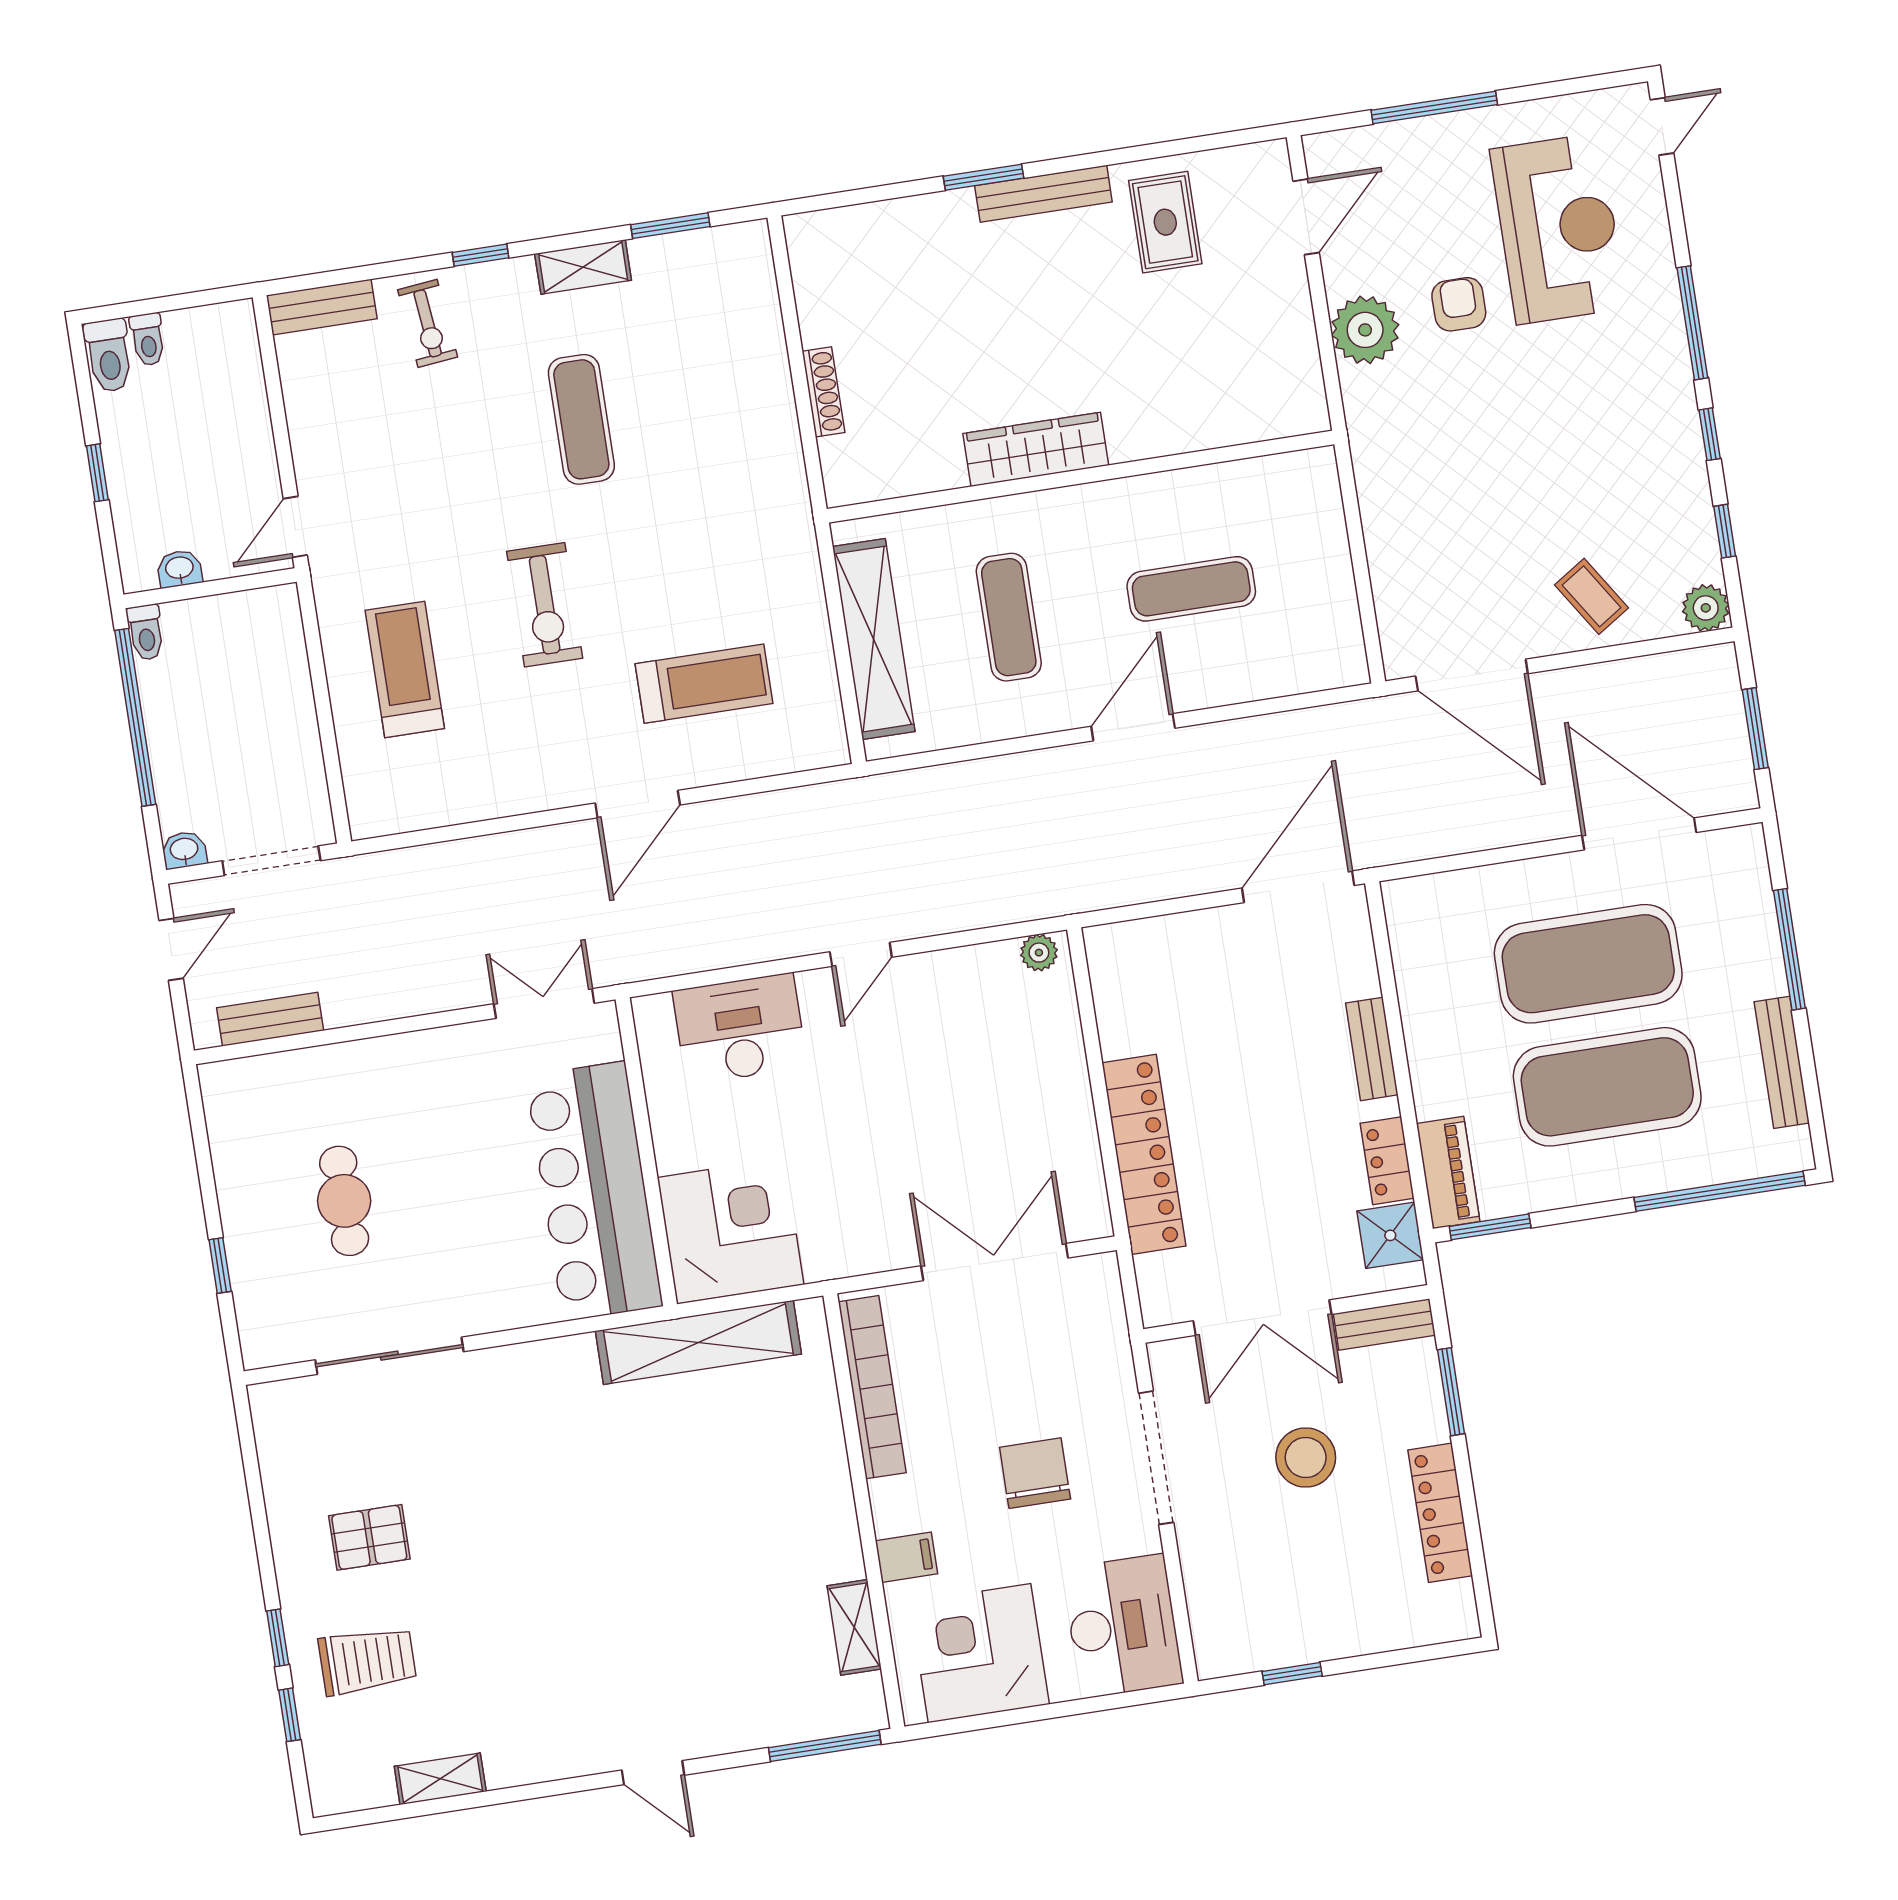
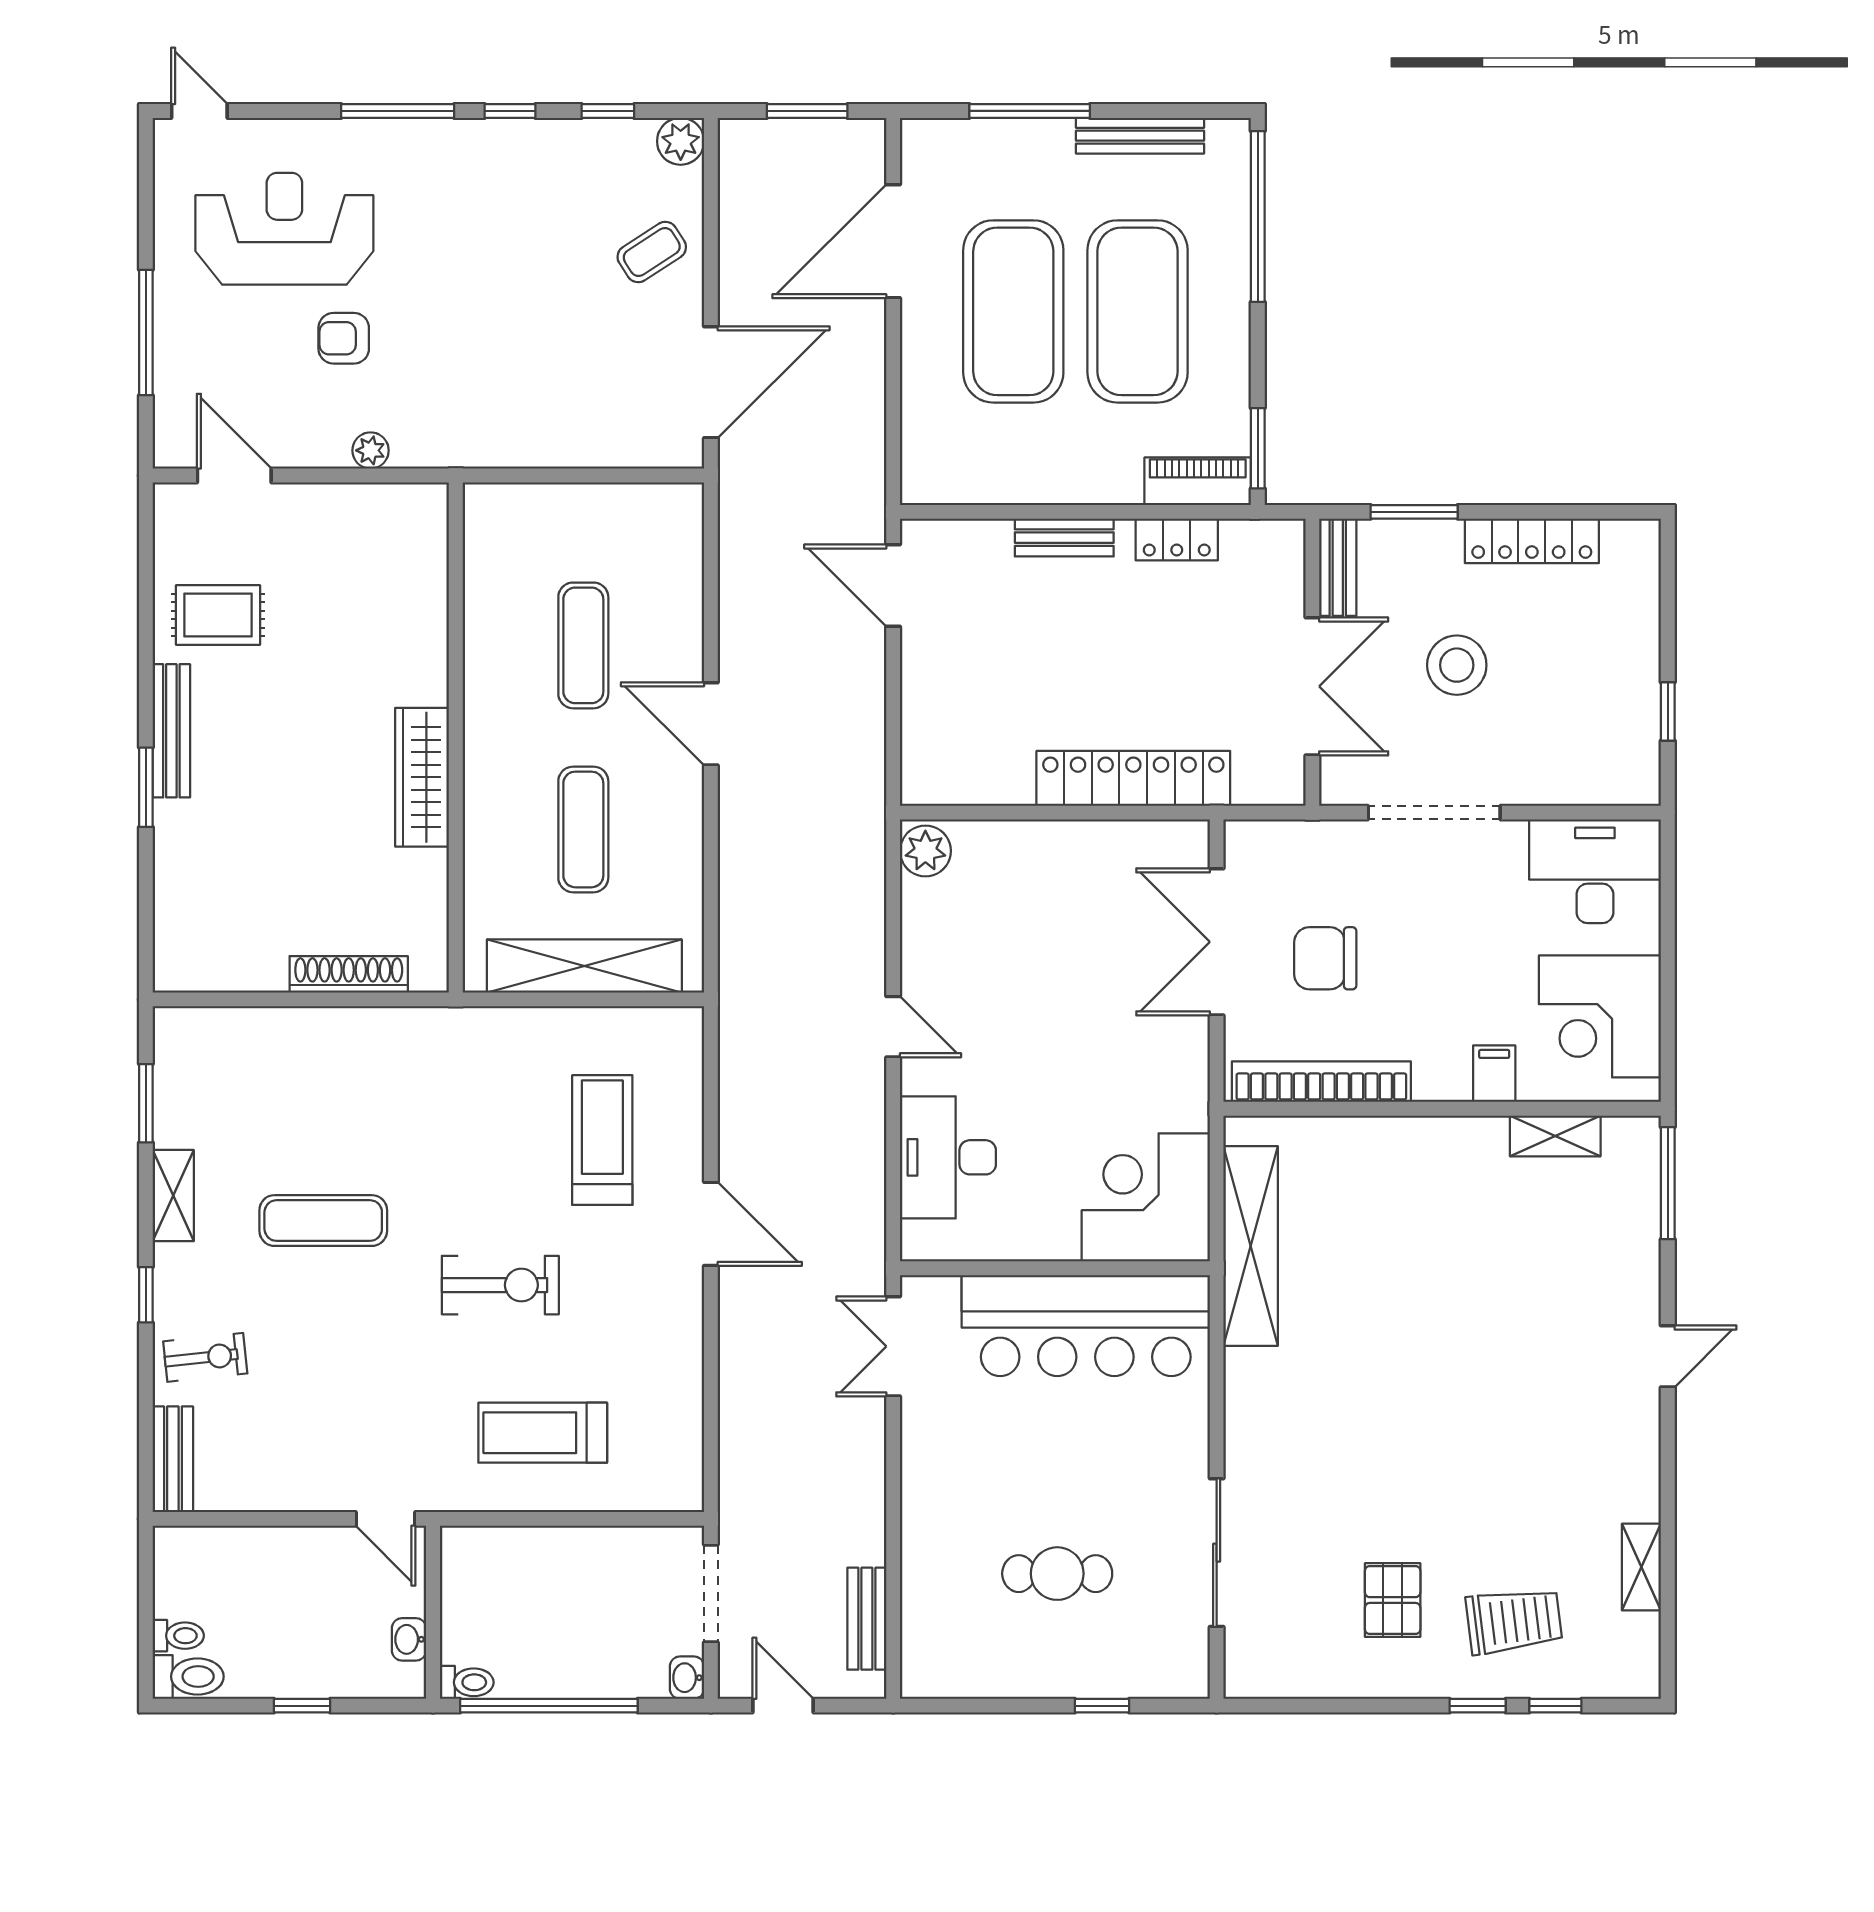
plant: (1365, 330) -> (371, 450), width x0.53, depth x0.53
shoe rack: (823, 392) -> (349, 974), width x1.36, depth x1.24
exercise mat: (1009, 617) -> (583, 829), turned 90
door: (1298, 887) -> (893, 586), width x0.73
plant: (1039, 953) -> (925, 851), width x1.38, depth x1.38
shower: (1390, 1235) -> (1251, 548), removed
chair: (1035, 1473) -> (1325, 958), moved
trolley: (367, 1661) -> (1514, 1621), turned 83

